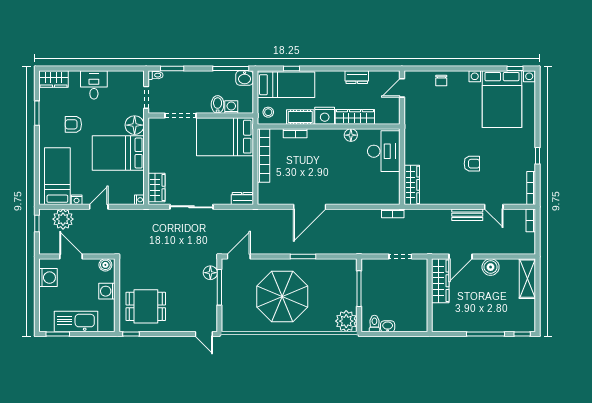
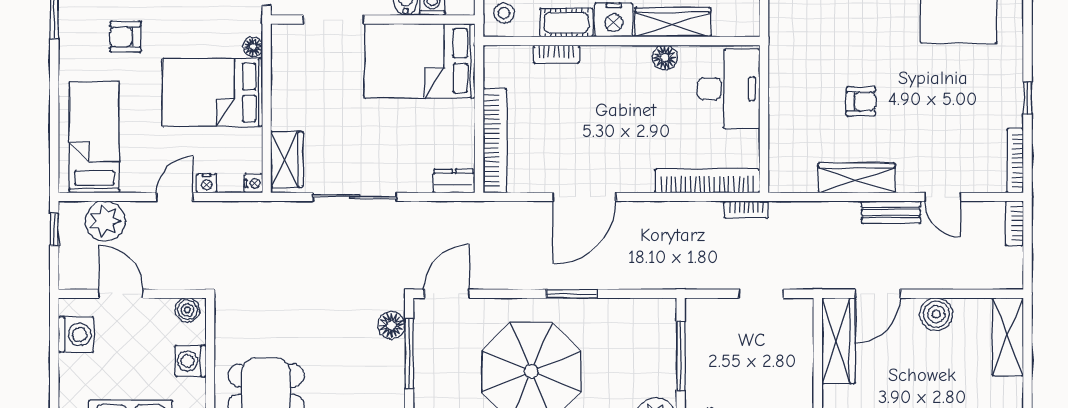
floor lamp: (135, 125) -> (253, 47), width x0.53, depth x0.53
bookcase: (264, 156) -> (495, 141), moved
armchair: (472, 164) -> (861, 101), moved
wardrobe: (412, 185) -> (857, 178), moved, turned -90
bookcase: (373, 199) -> (707, 181), added
nightstand: (77, 200) -> (207, 183), moved

